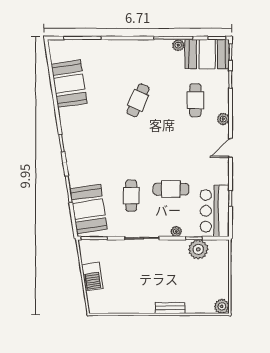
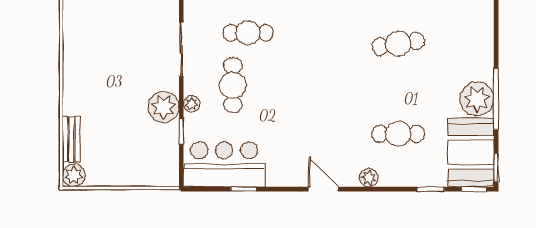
plant: (178, 45) -> (477, 99), width x1.87, depth x1.87
cafe table: (138, 100) -> (398, 44), turned -33
cafe table: (171, 189) -> (233, 85), moved
plant: (198, 249) -> (163, 107), moved
bench: (170, 308) -> (71, 139), moved

